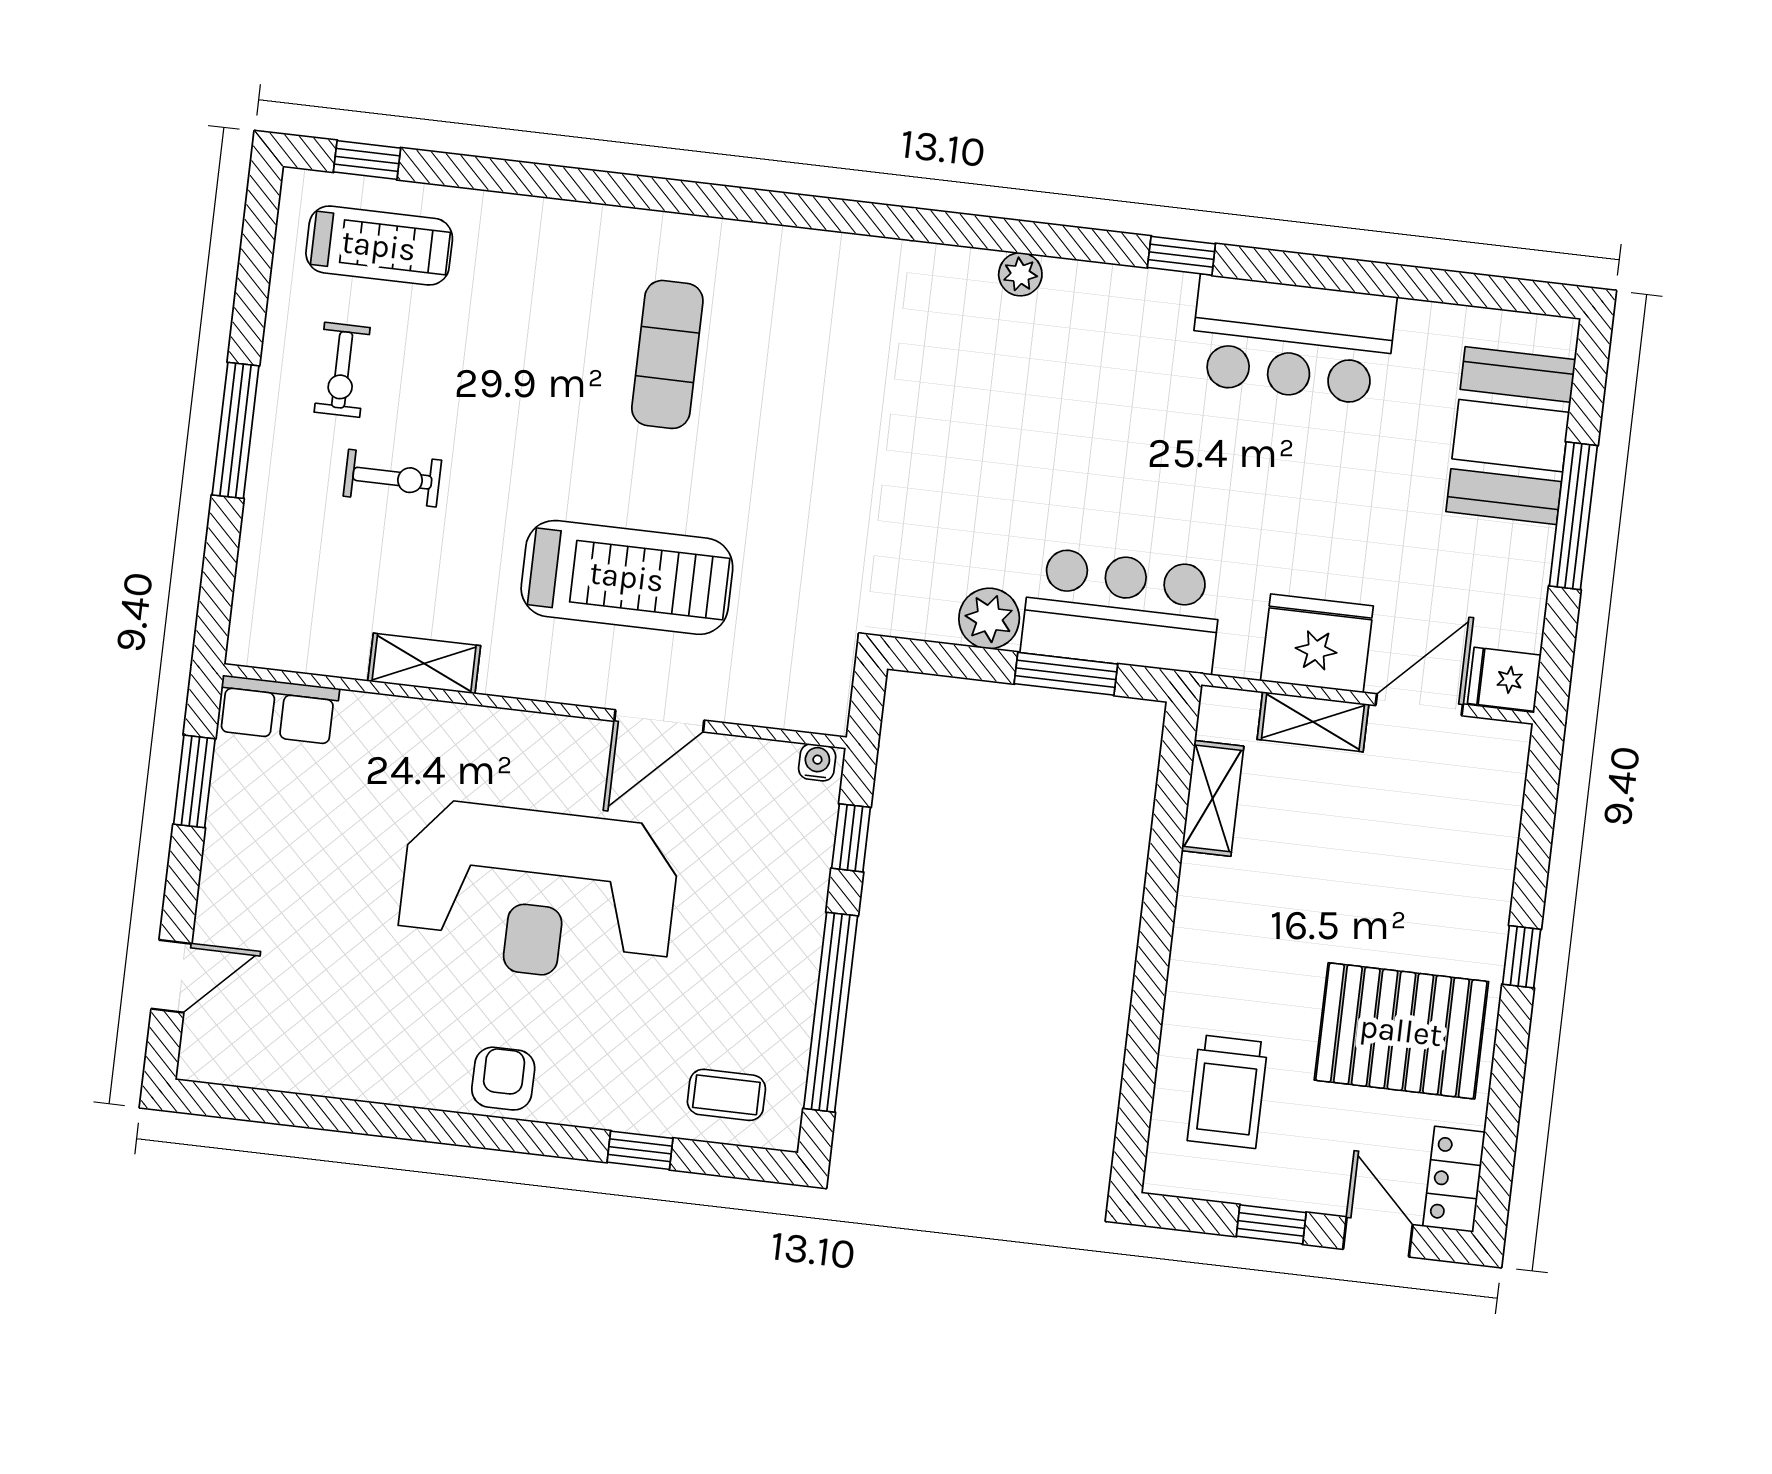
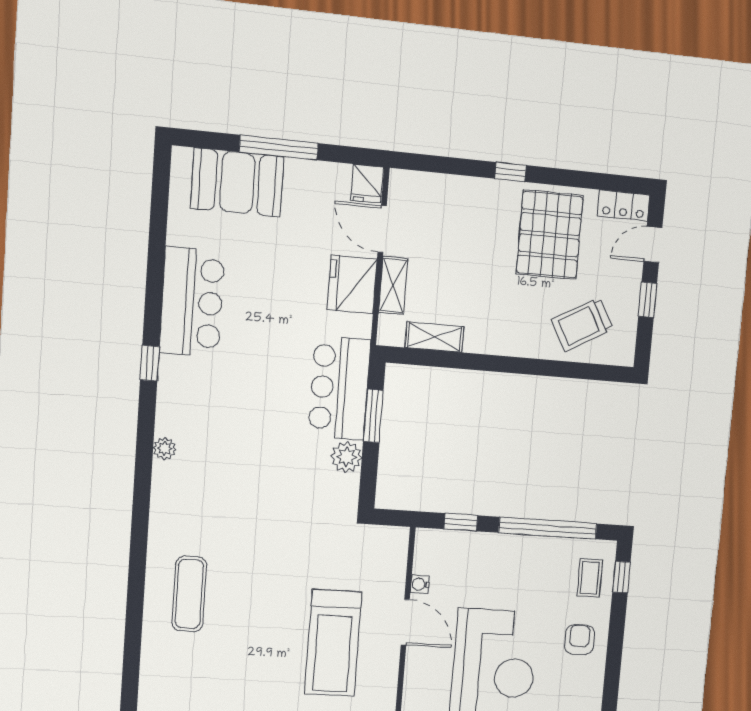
exercise mat: (667, 354) -> (189, 594), moved, turned 90
treadmill: (627, 577) -> (333, 643), turned 180
water cooler: (817, 762) -> (420, 584), moved
armchair: (503, 1079) -> (579, 640), moved, turned 90
trolley: (1228, 1092) -> (582, 324), turned 151
window: (640, 1150) -> (621, 577), moved

